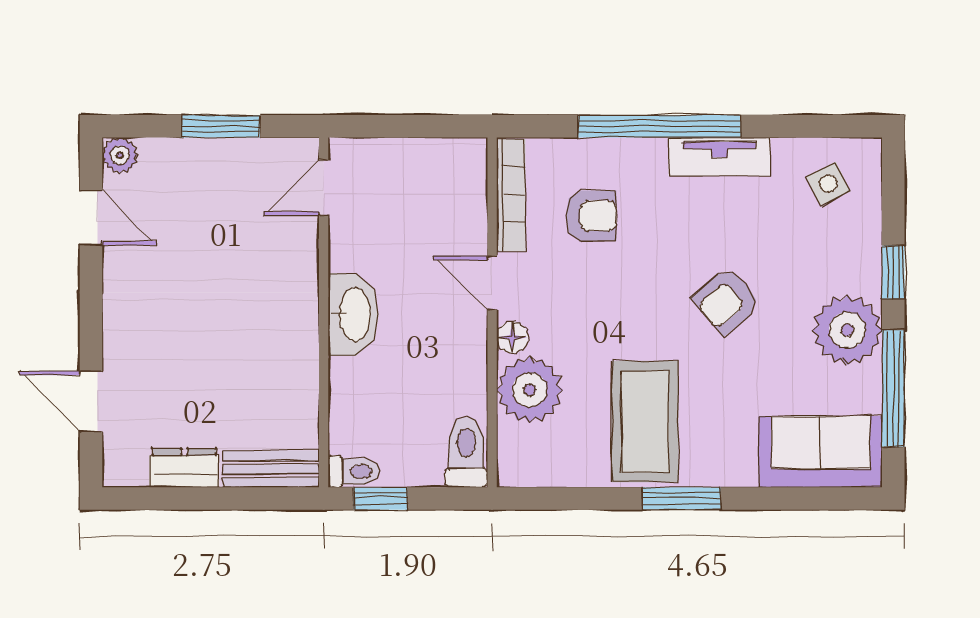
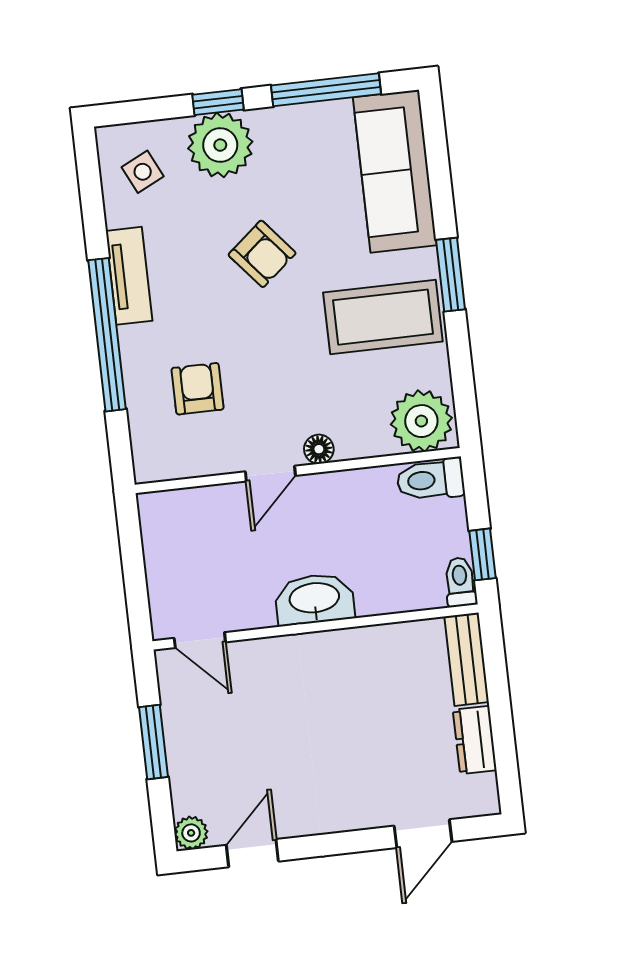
bookcase: (511, 195) -> (187, 465), removed
plant: (847, 330) -> (220, 145), moved
plant: (530, 390) -> (421, 421), moved
sofa: (821, 452) -> (395, 171), width x1.36

